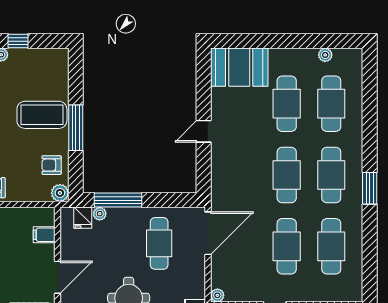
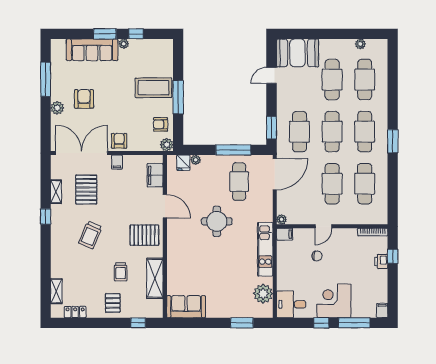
door: (204, 131) -> (272, 75), moved
window: (204, 169) -> (272, 128), added
cafe table: (242, 175) -> (300, 132), added
window: (118, 200) -> (233, 150), moved
filing cabinet: (44, 235) -> (155, 175), width x2.00
door: (58, 277) -> (165, 206), hinge flipped

